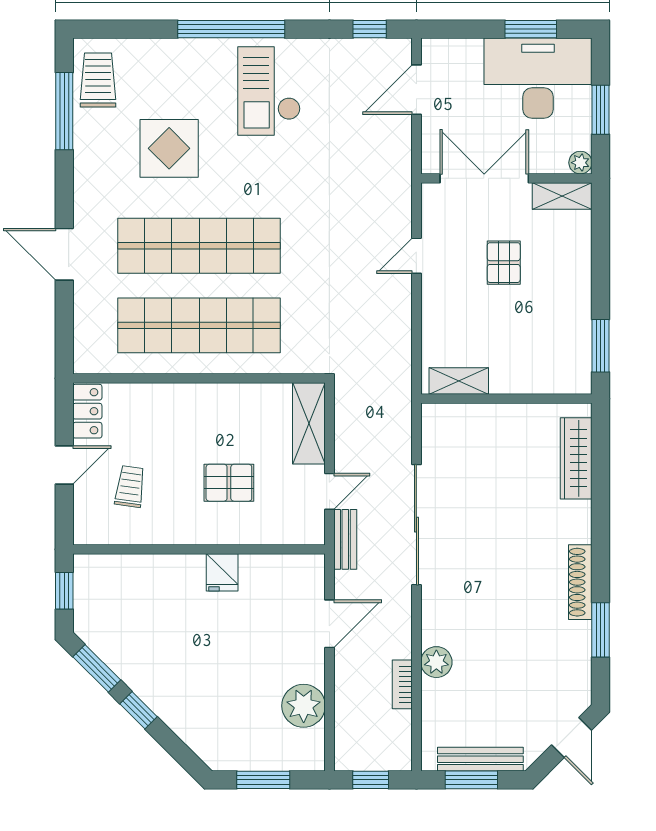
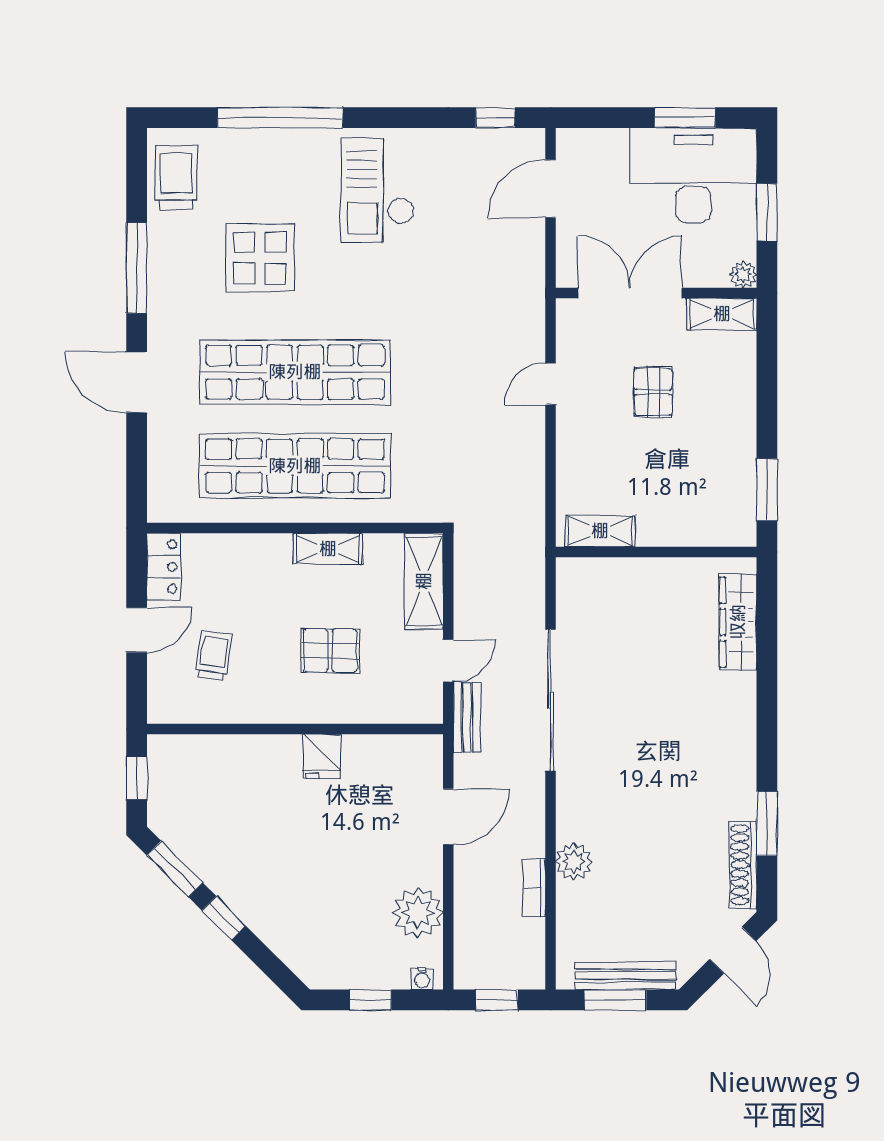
window: (231, 29) -> (280, 118), moved
window: (64, 111) -> (137, 268), moved
shelving: (227, 396) -> (328, 549), added
shoe rack: (580, 582) -> (743, 865), moved
water cooler: (307, 762) -> (422, 979), added
window: (263, 780) -> (371, 1000), width x0.67

